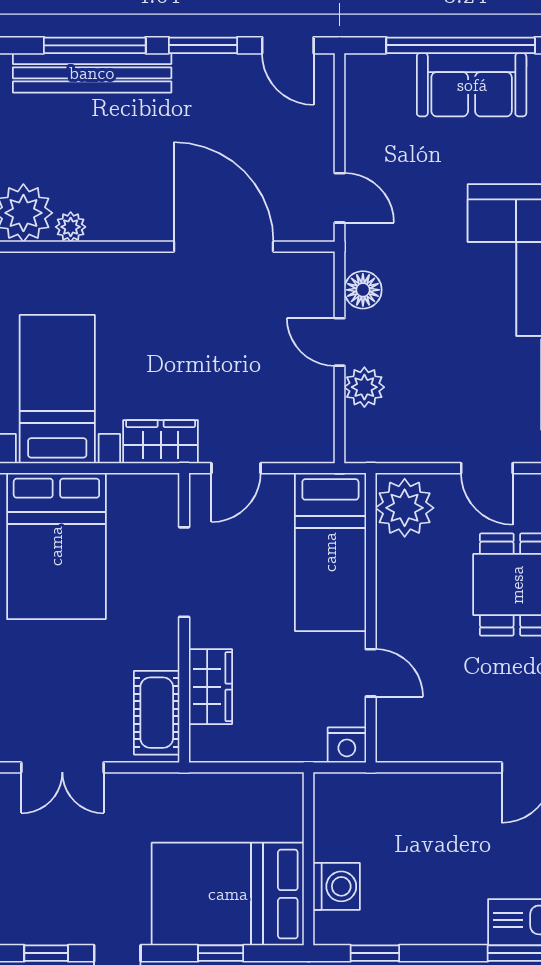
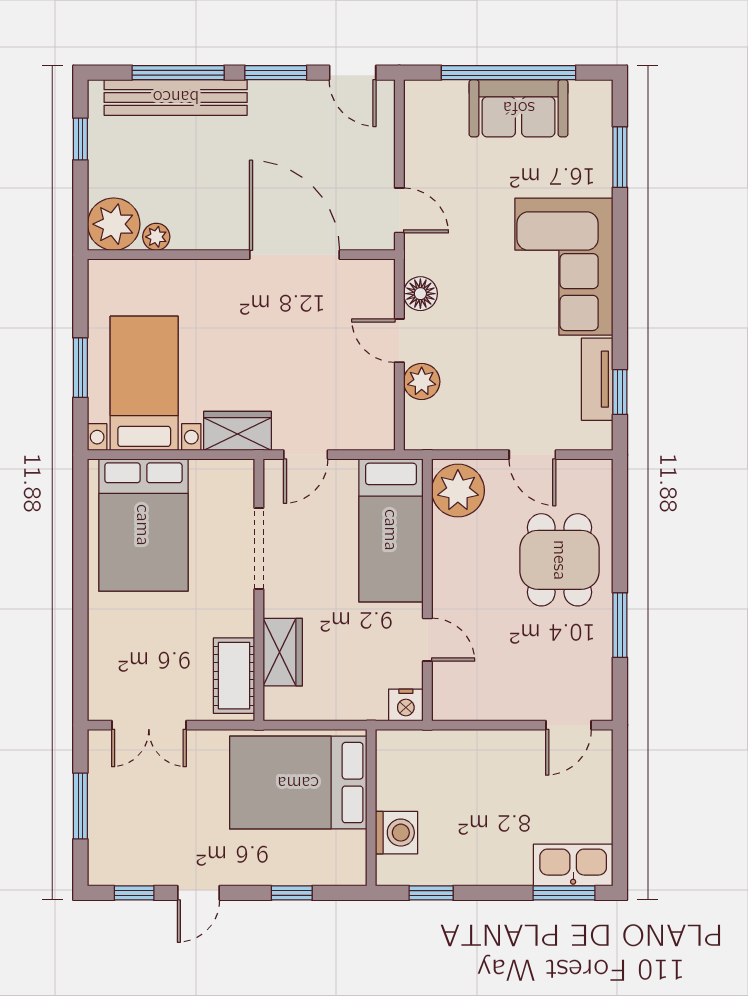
bed: (228, 894) -> (298, 783), moved

